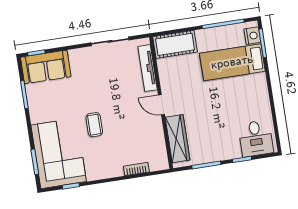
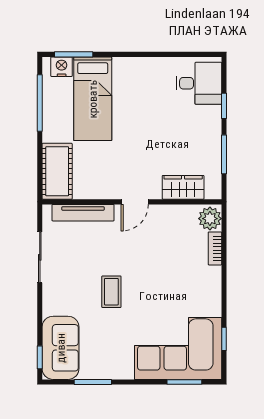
coffee table: (94, 125) -> (111, 292), moved, turned 90
wardrobe: (178, 139) -> (183, 187), width x0.67
plant: (158, 162) -> (210, 219), added

